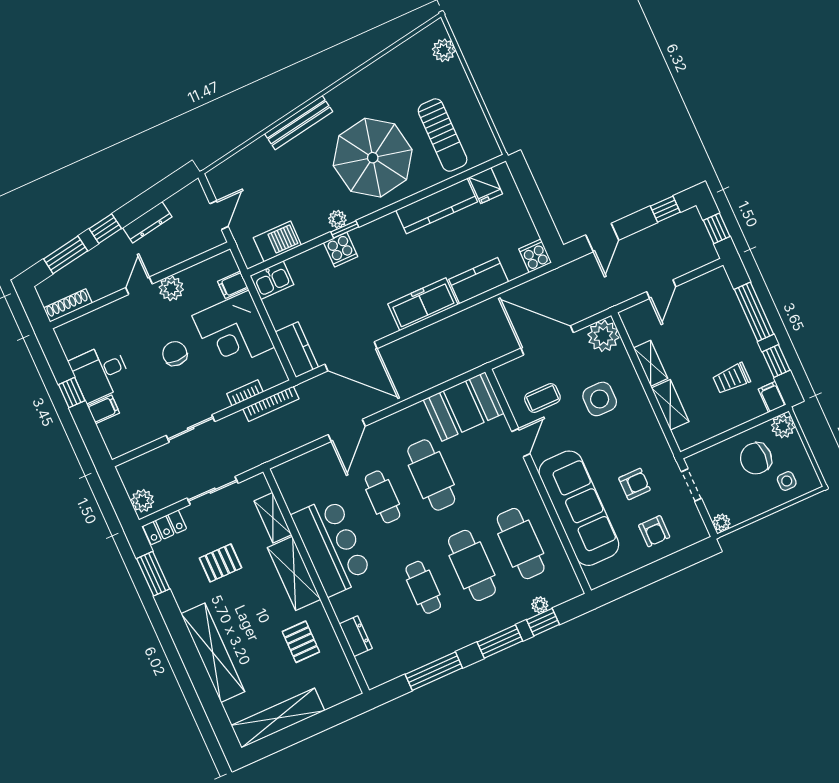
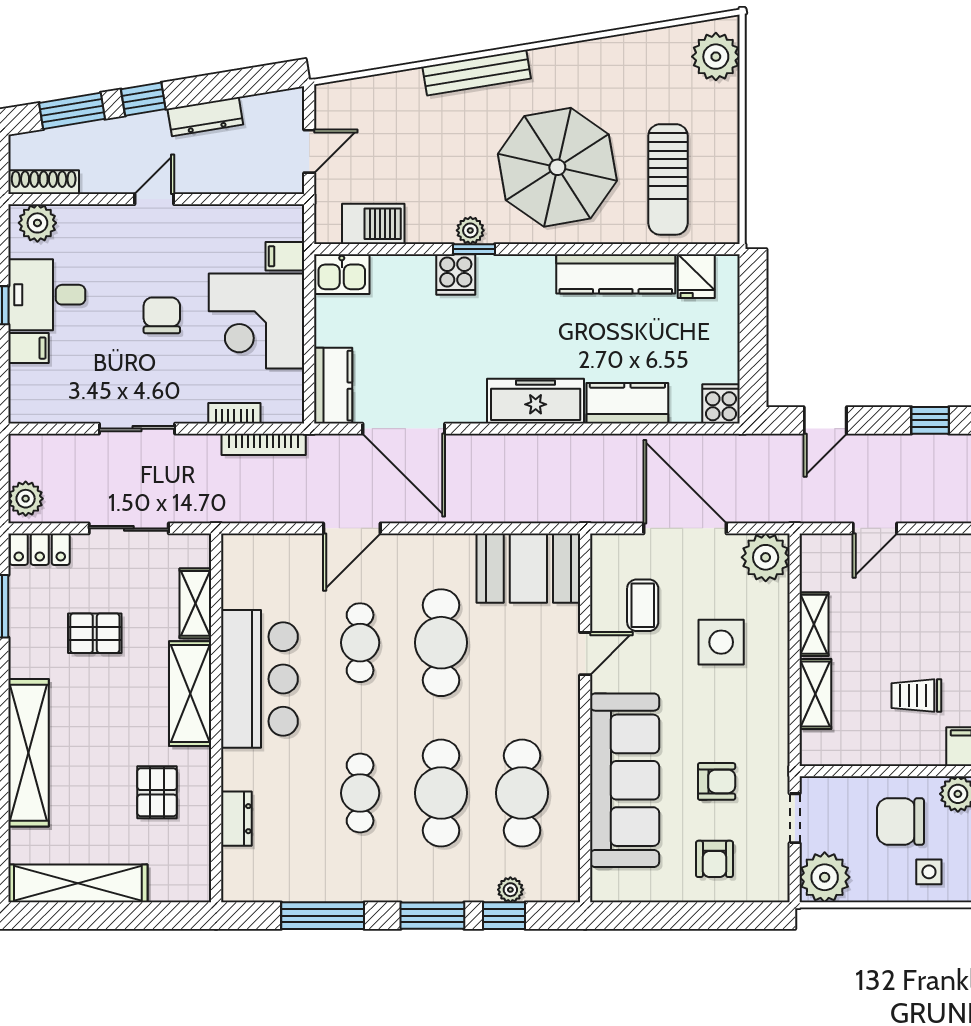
plant: (444, 50) -> (716, 57), width x1.36, depth x1.36
plant: (171, 288) -> (37, 223), moved
coffee table: (542, 398) -> (643, 605), turned 90
plant: (722, 523) -> (825, 877), width x1.88, depth x1.88

